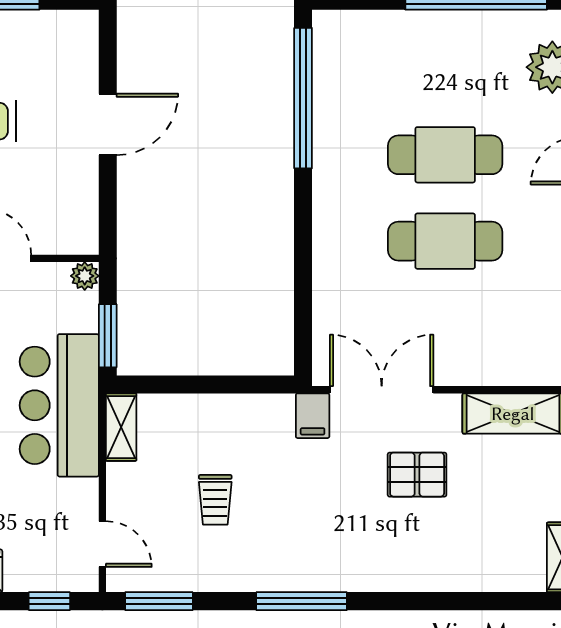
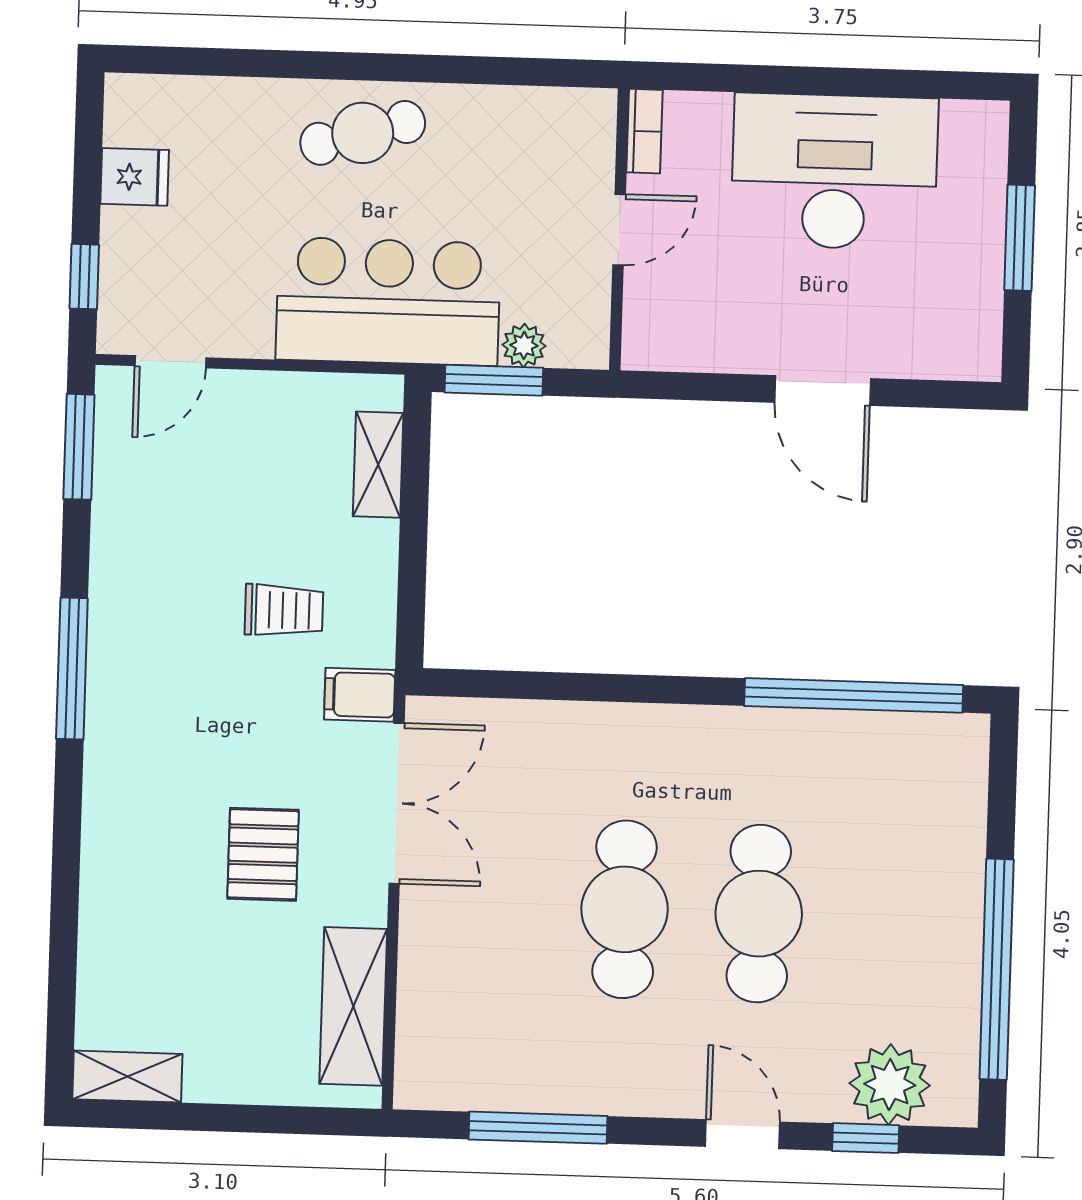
plant: (85, 276) -> (524, 345), moved
shelving: (121, 427) -> (378, 465), moved, turned 90
trolley: (215, 500) -> (284, 610), moved, turned 180

